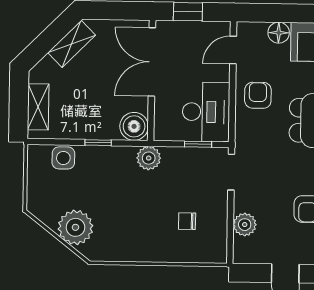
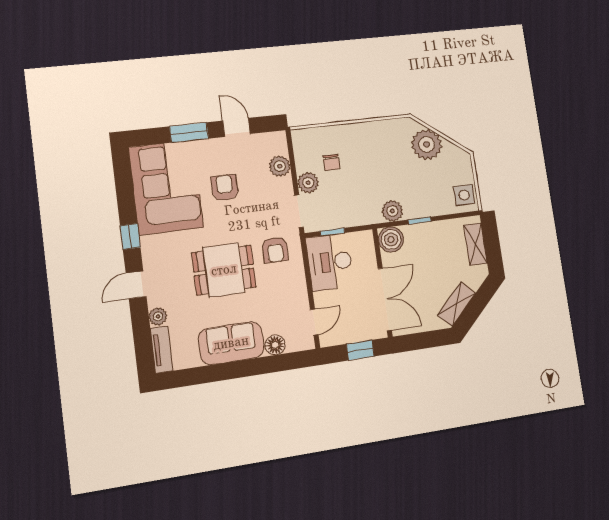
armchair: (258, 95) -> (275, 250), moved
side table: (63, 158) -> (464, 195), moved
plant: (149, 158) -> (392, 211), moved
plant: (216, 202) -> (308, 183), added
chair: (187, 221) -> (331, 162), turned 90

